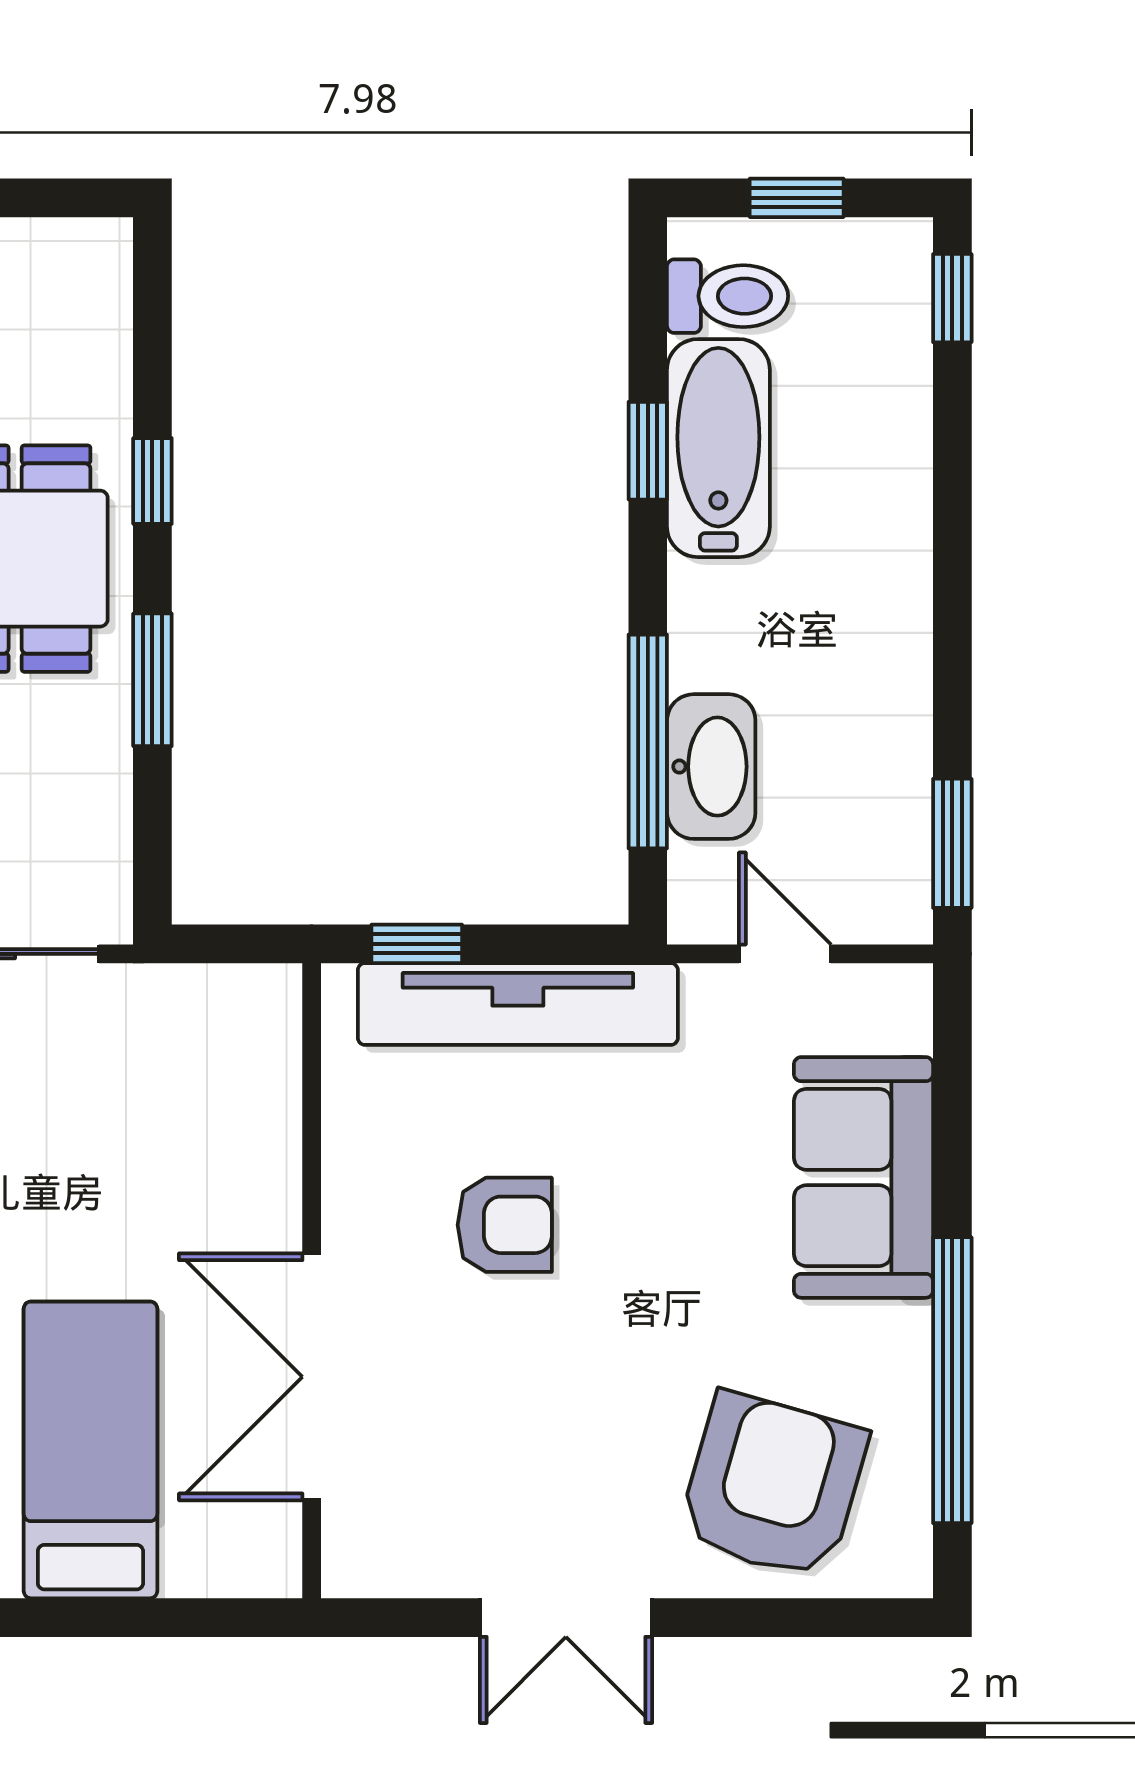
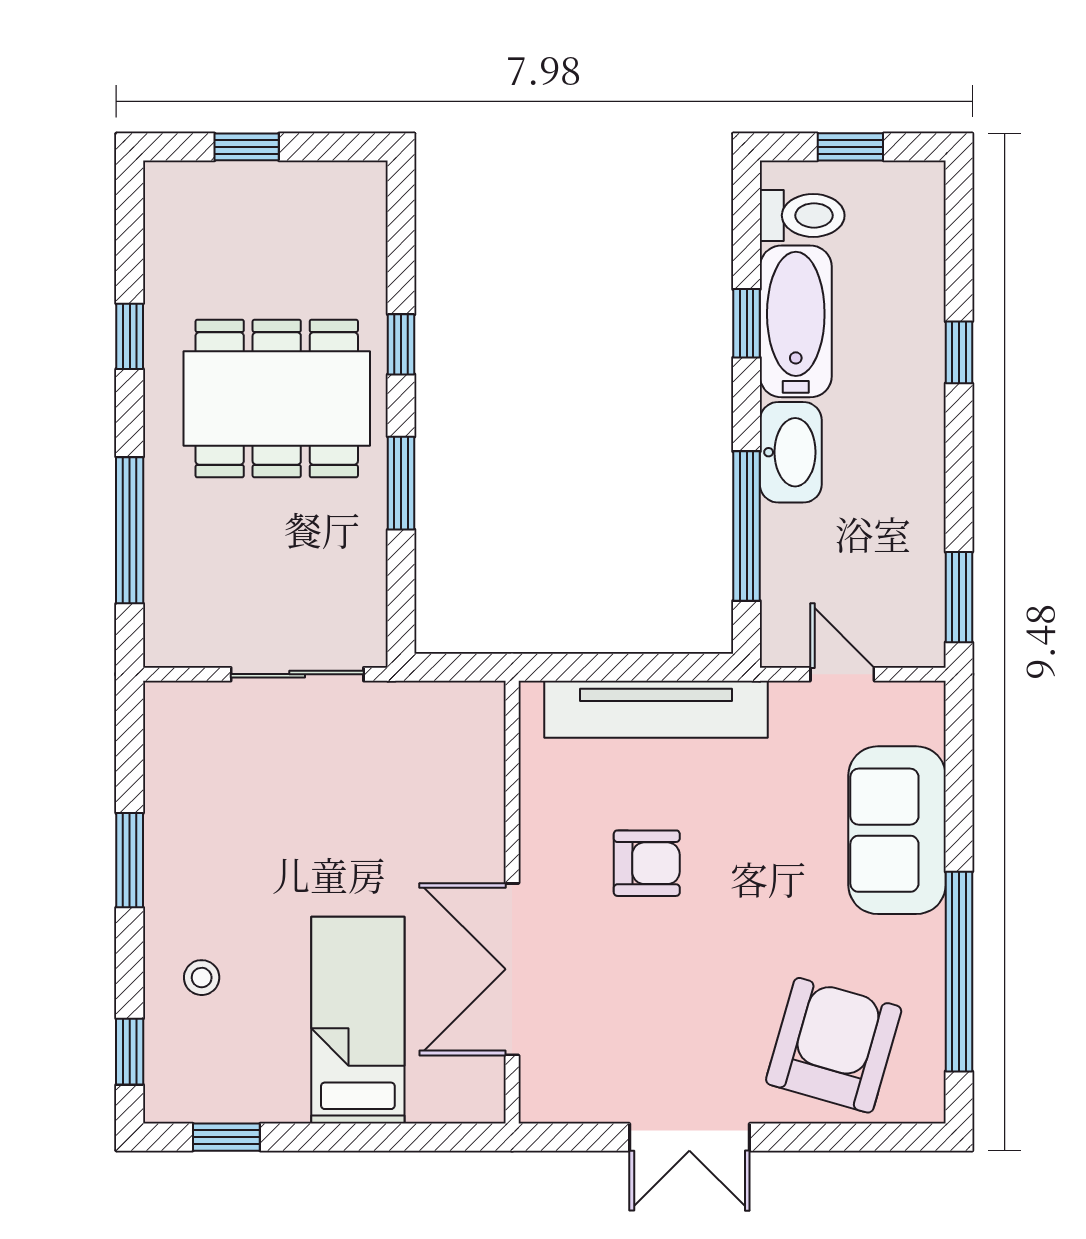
window: (952, 298) -> (959, 352), moved
washbasin: (711, 767) -> (791, 452), moved
window: (417, 944) -> (585, 667), removed

